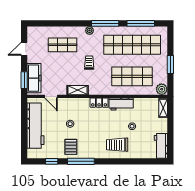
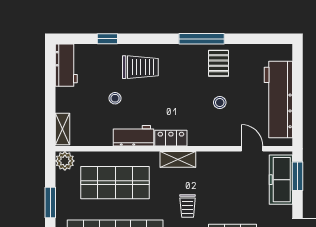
shelving: (78, 90) -> (178, 159), moved
window: (52, 161) -> (107, 39), moved

